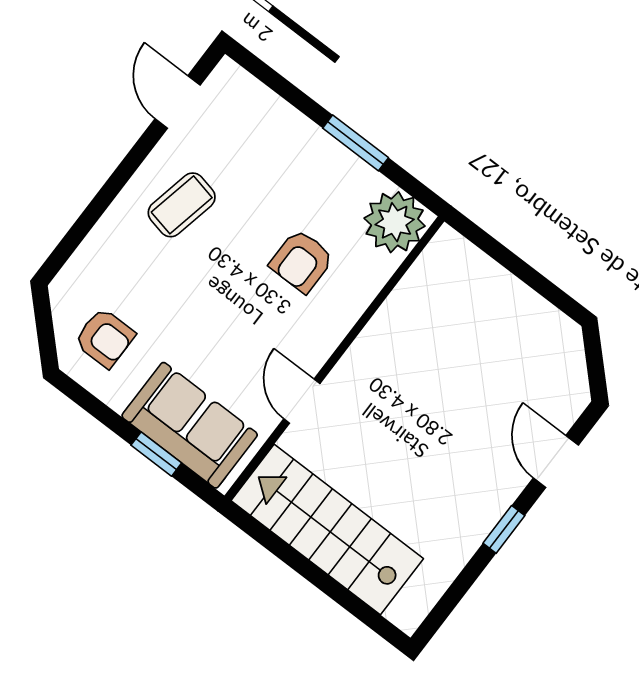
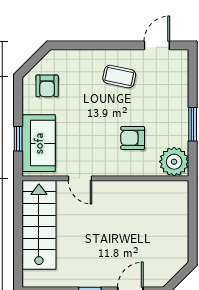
door: (302, 401) -> (80, 178), swing flipped

